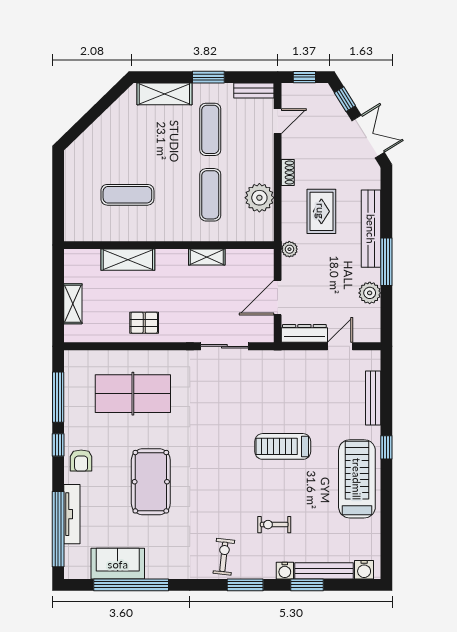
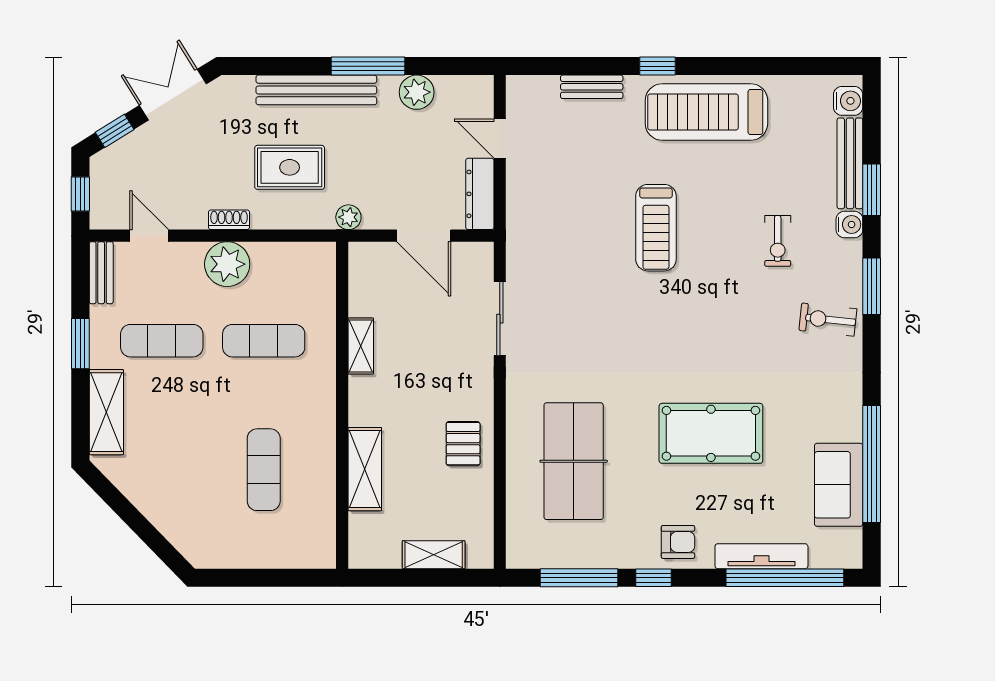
plant: (259, 198) -> (227, 264), moved
bench: (373, 398) -> (592, 87), width x0.73

